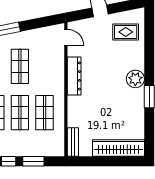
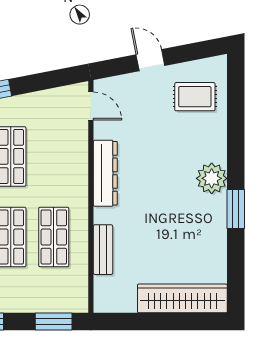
bench: (73, 142) -> (103, 250), moved
window: (33, 161) -> (54, 322), moved

